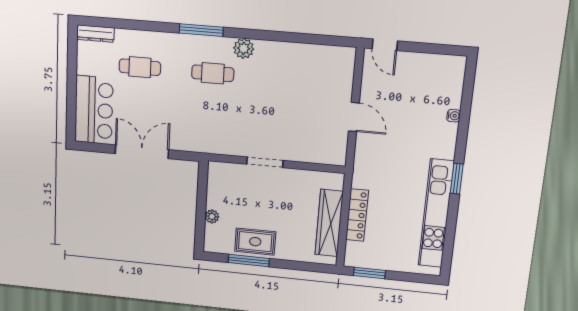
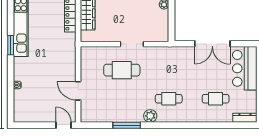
window: (201, 30) -> (127, 125), moved
door: (354, 117) -> (78, 91), moved
cafe table: (283, 124) -> (122, 70), added

